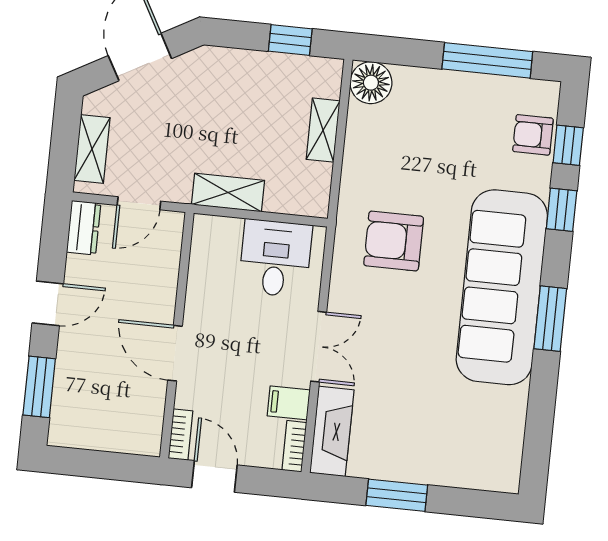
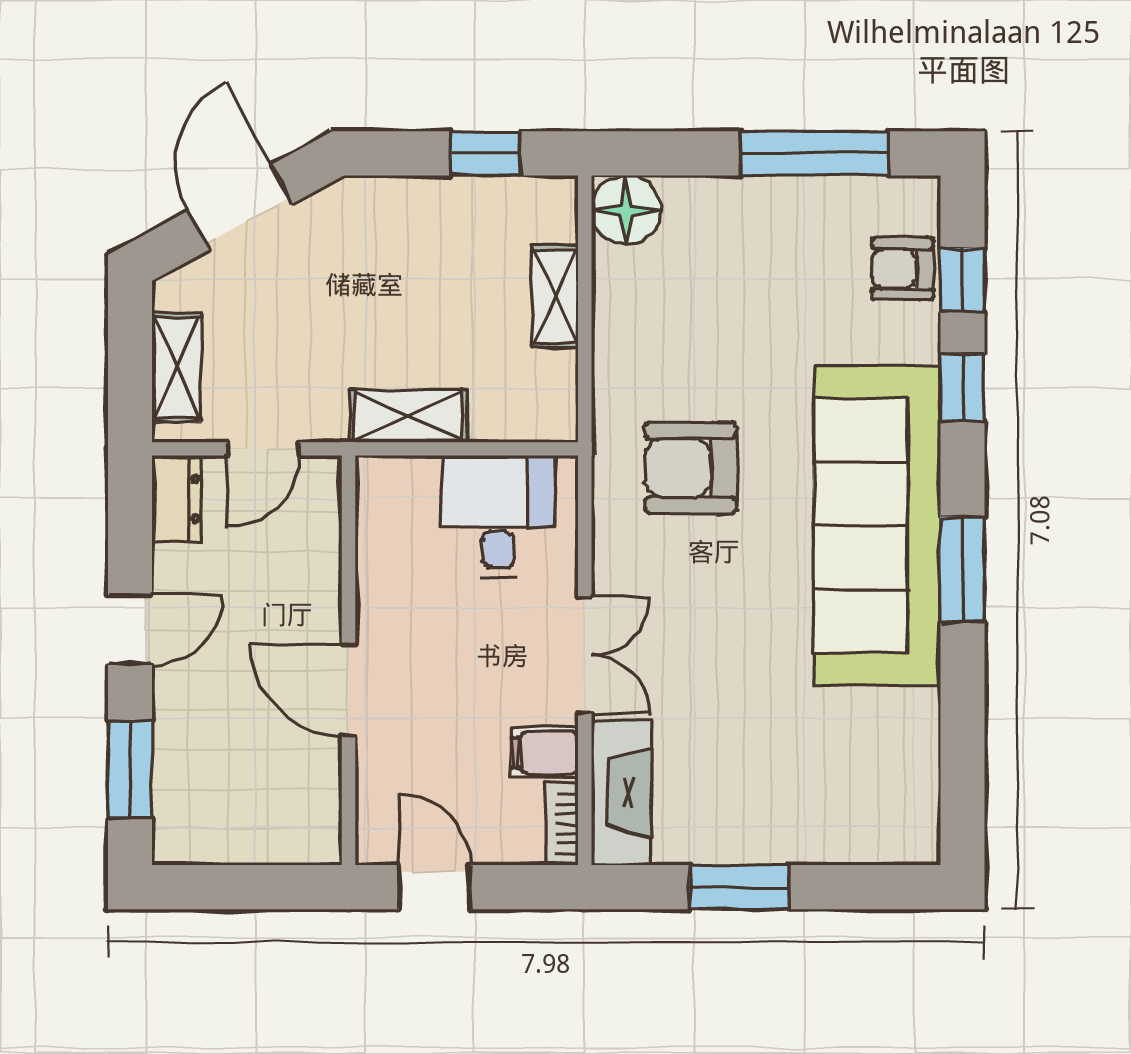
bookcase: (181, 435) -> (372, 824), removed

